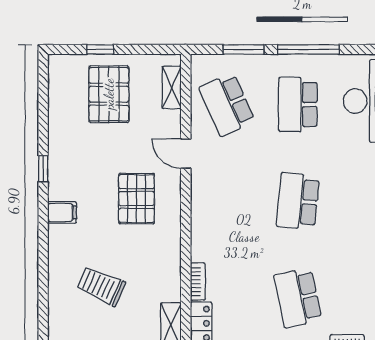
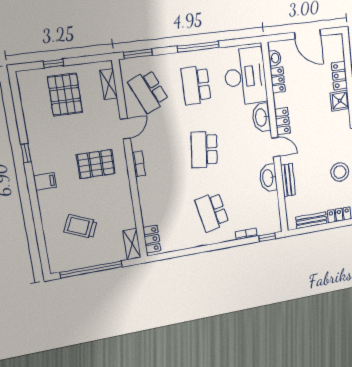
window: (244, 49) -> (138, 54), moved
door: (186, 154) -> (125, 129), swing flipped
pallet: (137, 199) -> (96, 164), turned 90
bookcase: (198, 282) -> (139, 164), moved

